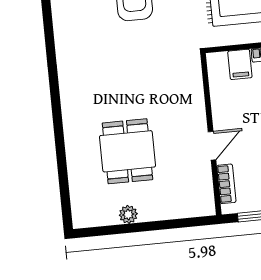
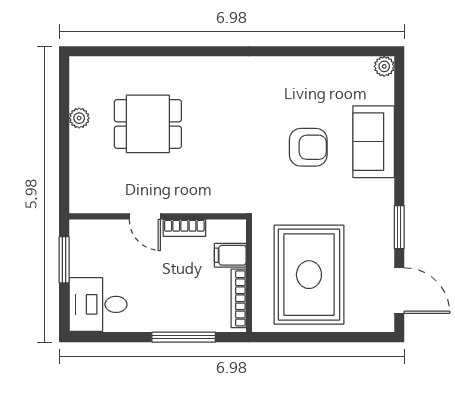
bookcase: (226, 184) -> (184, 228), moved

